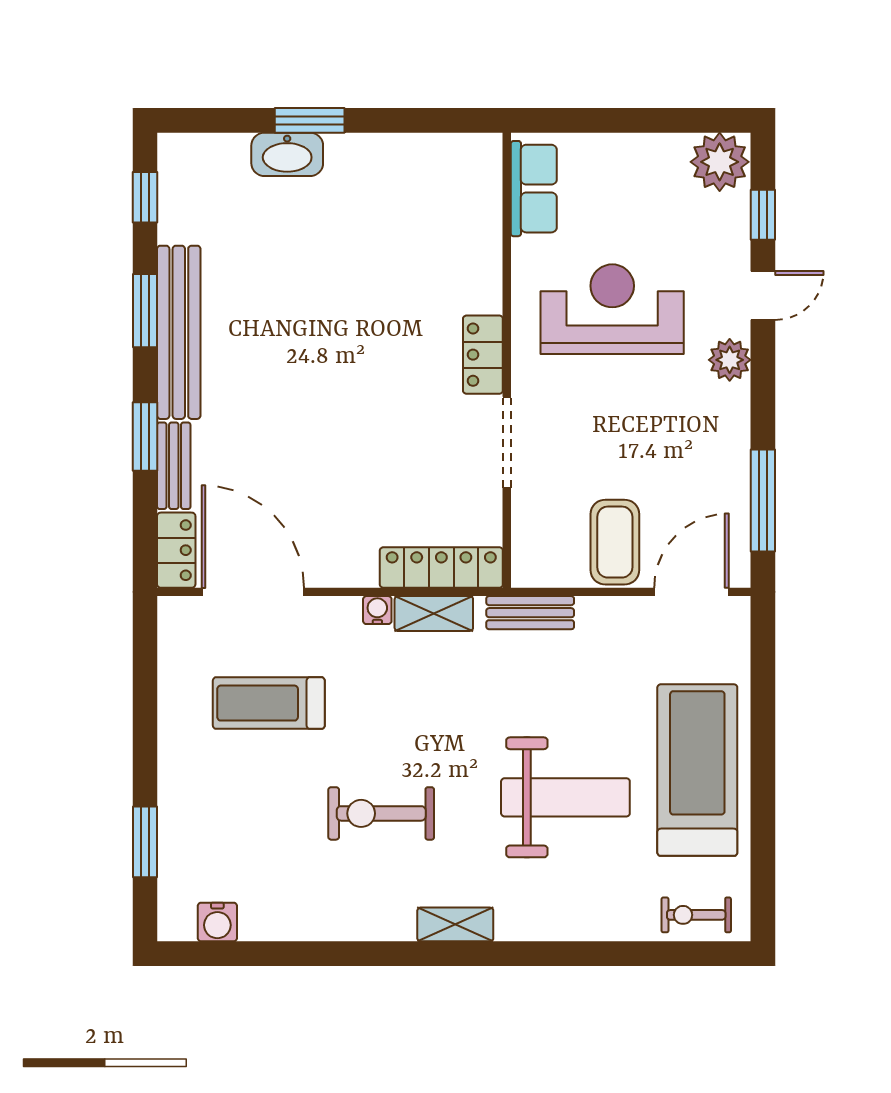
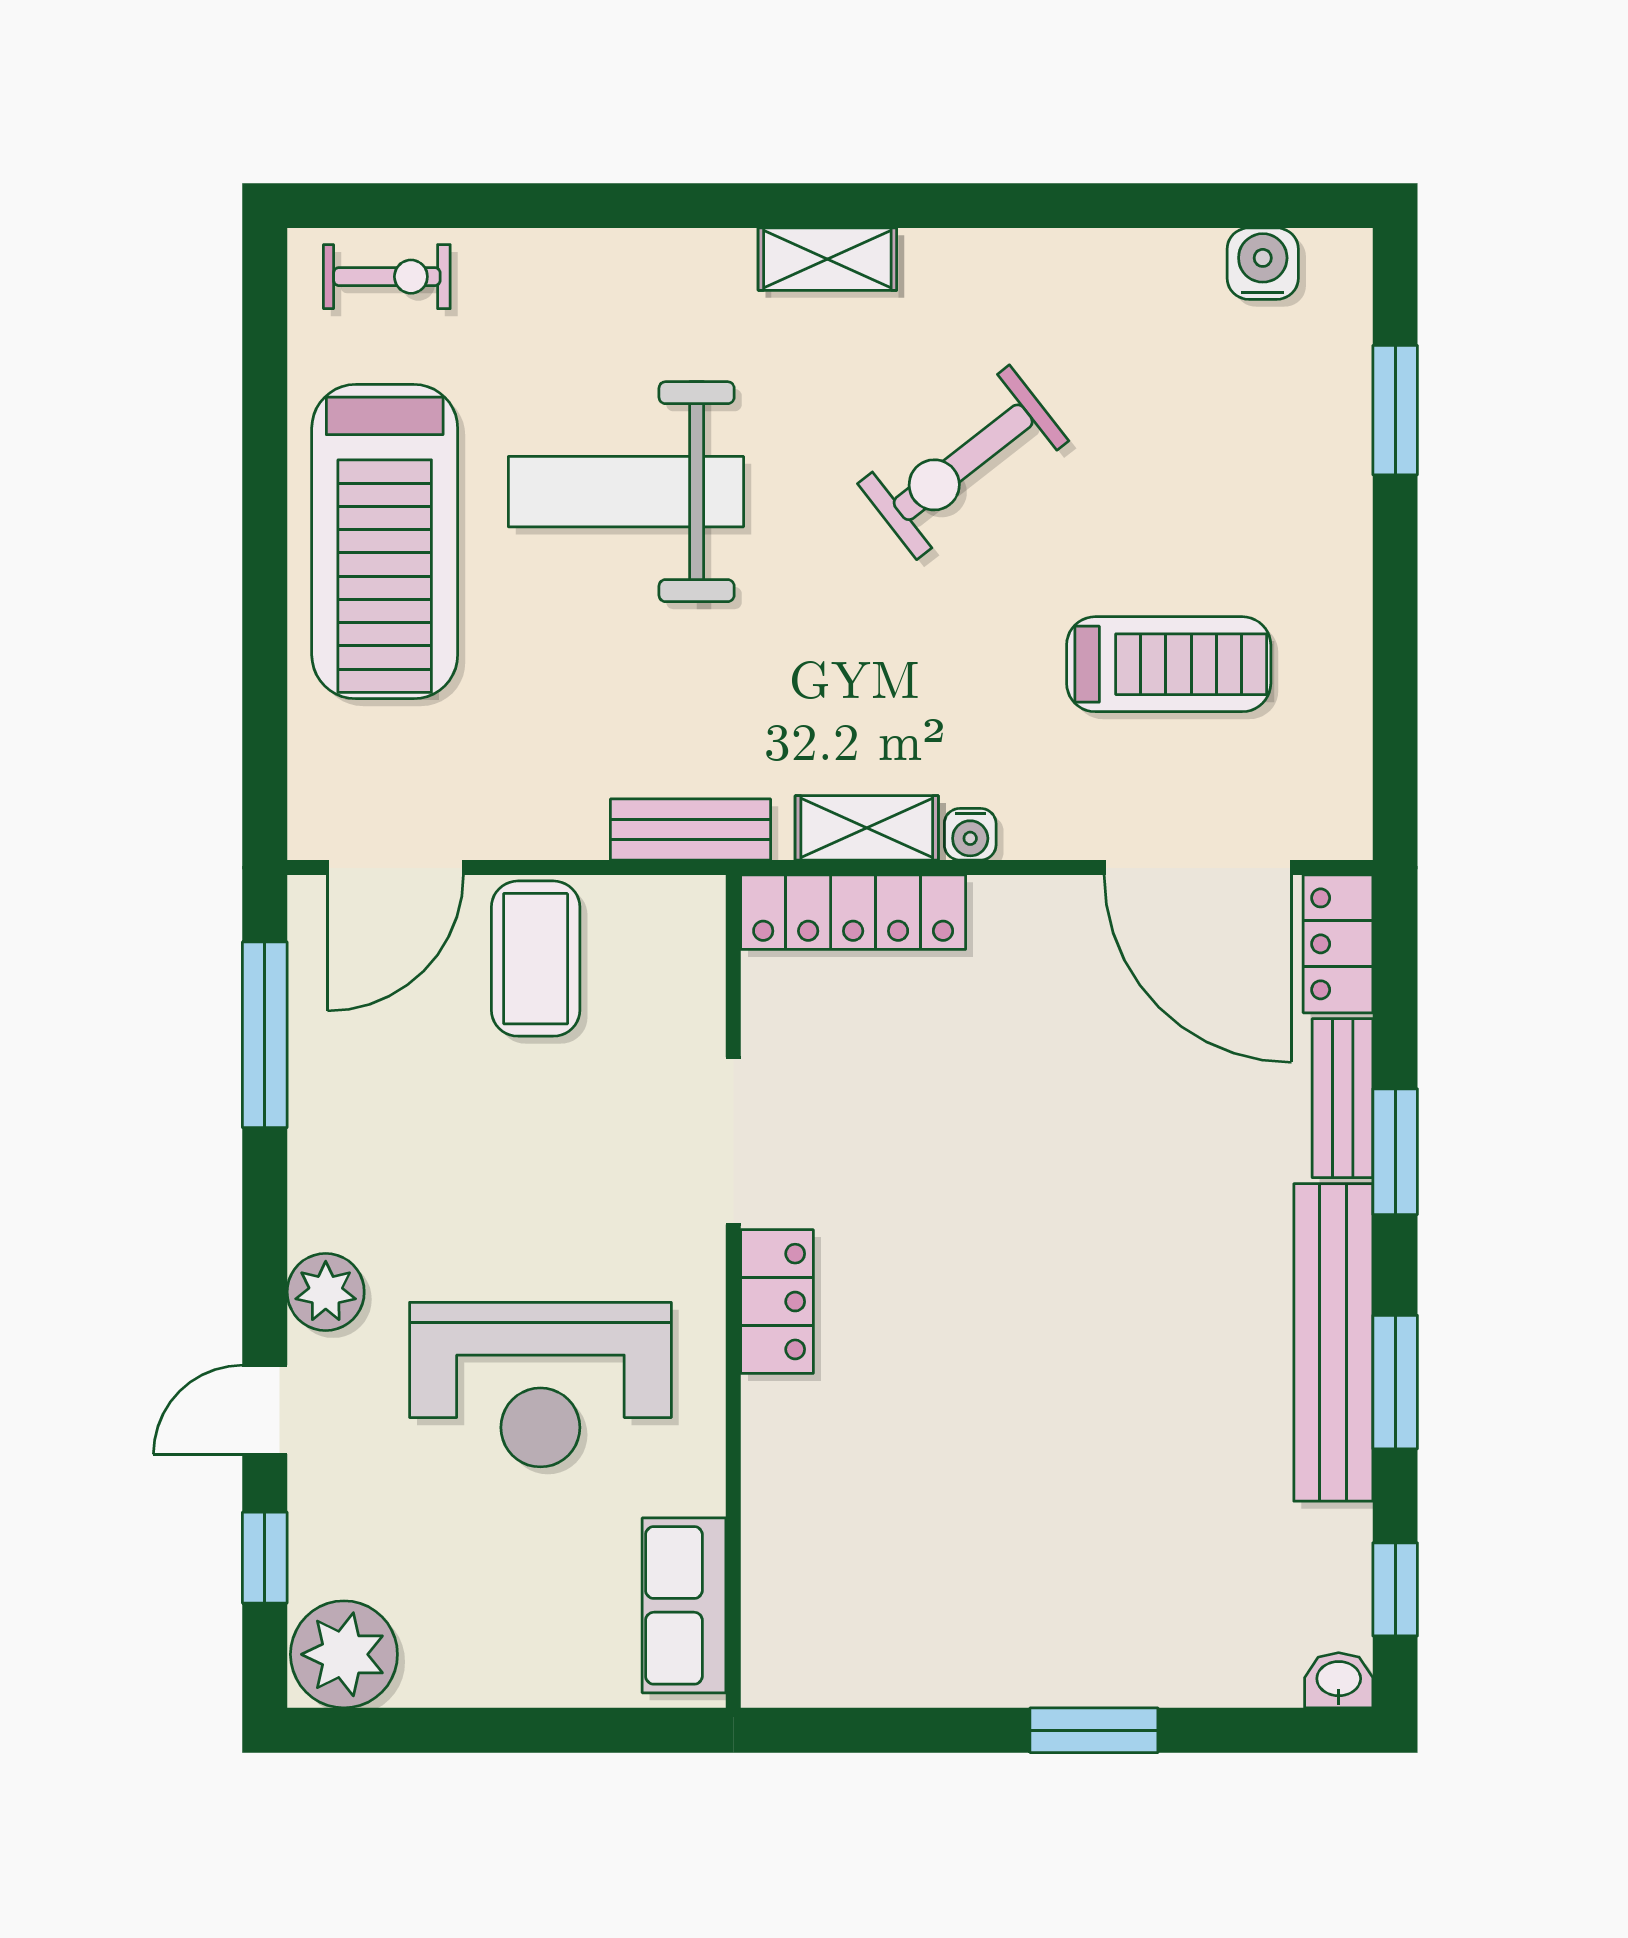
washbasin: (287, 154) -> (1339, 1680), moved, width x0.52, depth x0.69
exercise bike: (381, 813) -> (963, 462), turned 142

